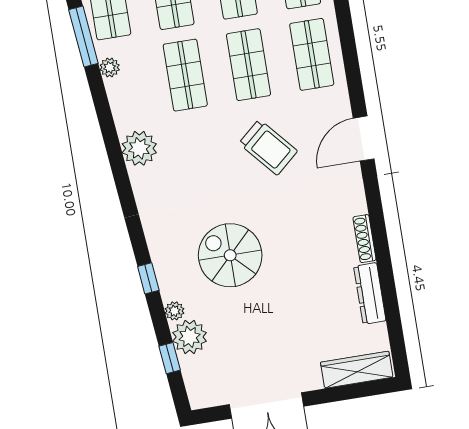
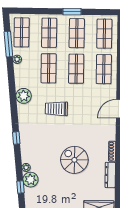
trolley: (268, 147) -> (56, 109), moved, turned 131
spiral stairs: (230, 255) -> (74, 160), moved
window: (148, 278) -> (16, 138), moved

